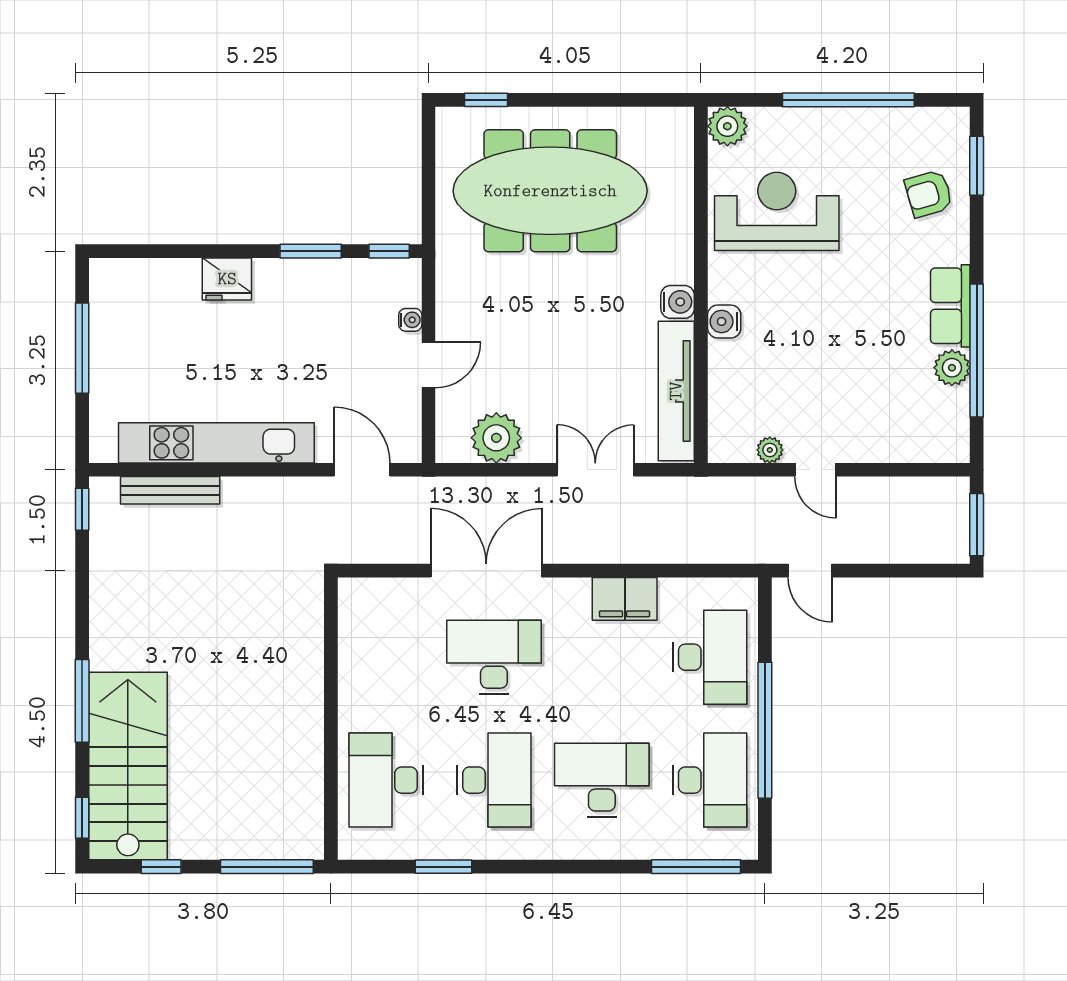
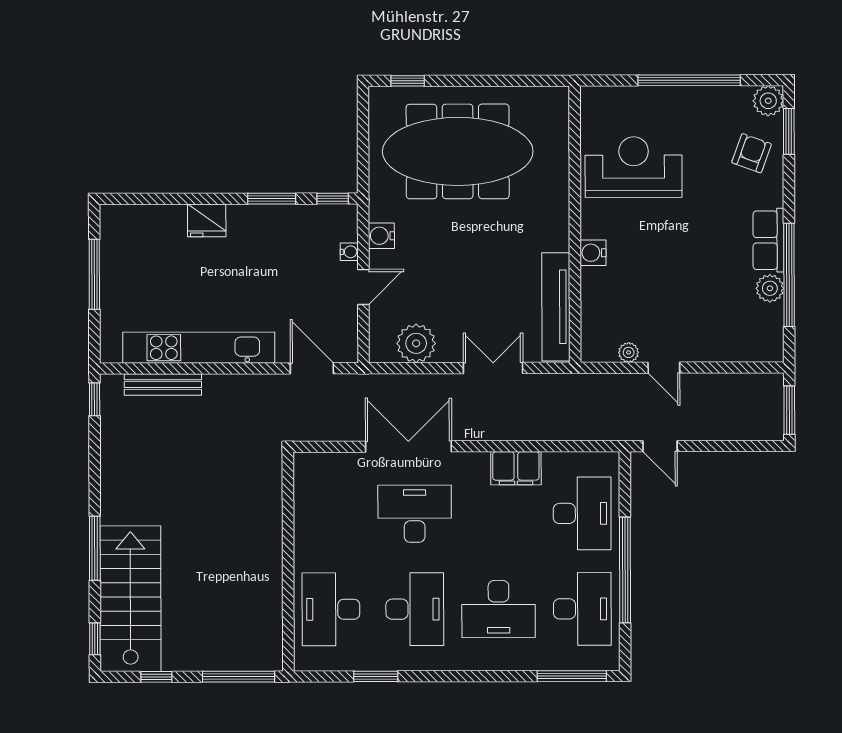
plant: (727, 126) -> (768, 101), moved
armchair: (929, 194) -> (752, 153), turned 126
water cooler: (678, 302) -> (381, 236), moved, turned 180
desk: (602, 780) -> (499, 609), turned 180

